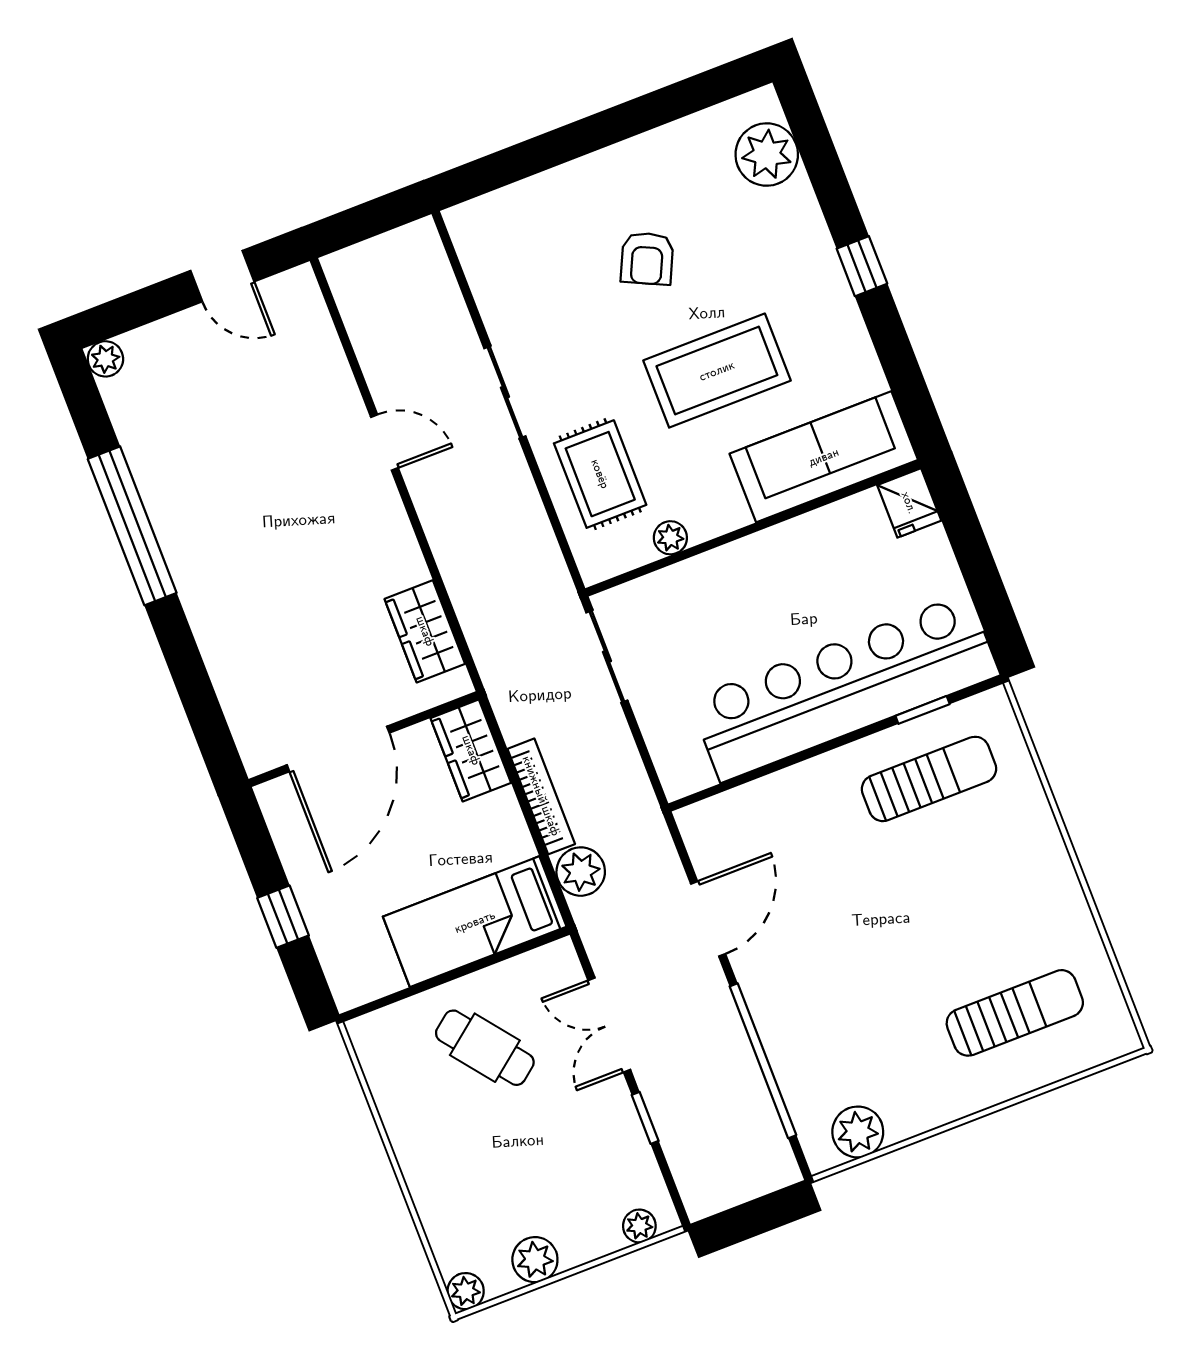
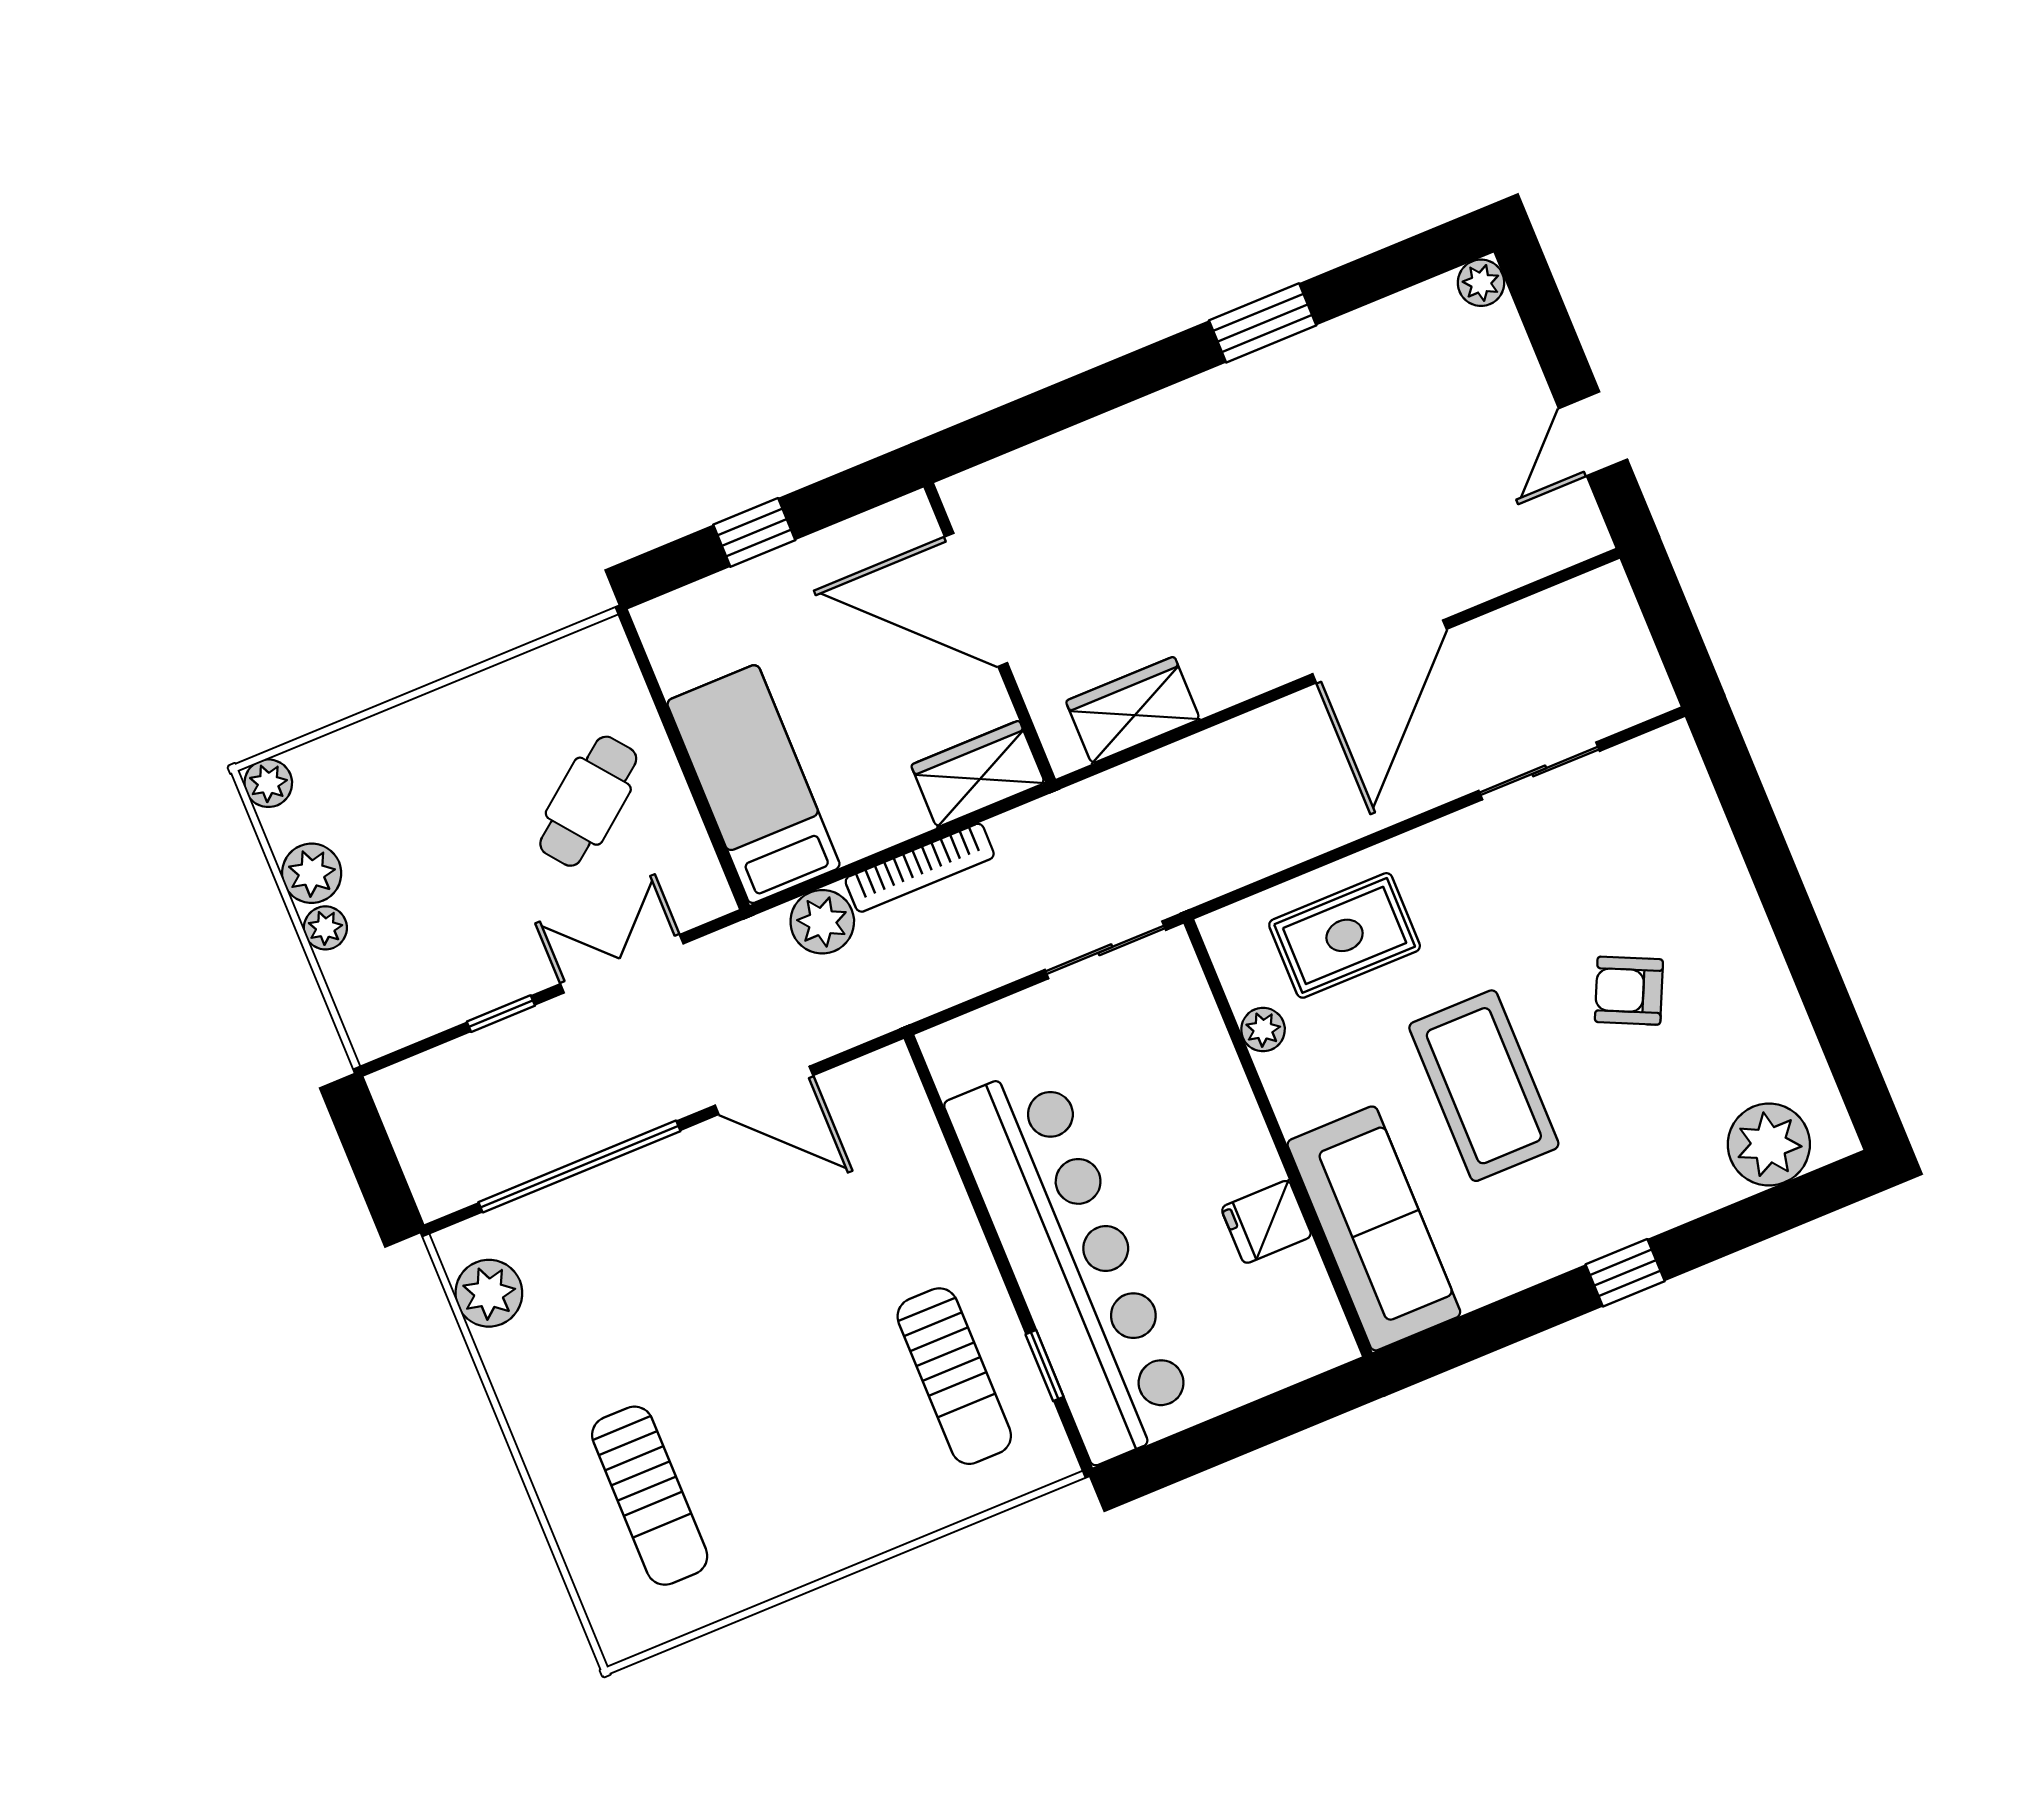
sliding door: (505, 392) -> (1539, 771), moved
door: (384, 442) -> (1380, 651), width x1.88
fridge: (909, 503) -> (1266, 1222), moved
window: (132, 526) -> (1263, 323), width x0.47
plant: (639, 1226) -> (325, 928), moved

